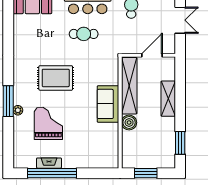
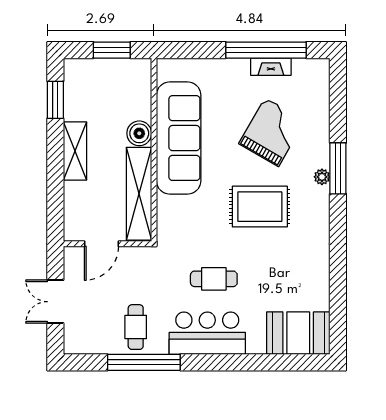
shelving: (168, 99) -> (75, 151), moved
sofa: (108, 104) -> (179, 138), width x1.85, depth x1.27
plant: (18, 110) -> (322, 177), moved
grand piano: (48, 123) -> (272, 132), turned -150

